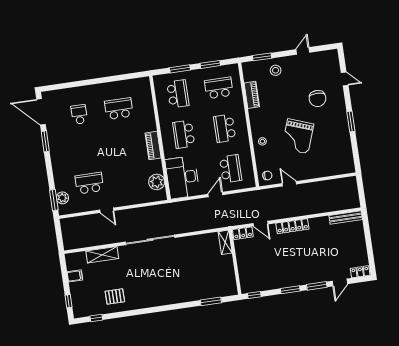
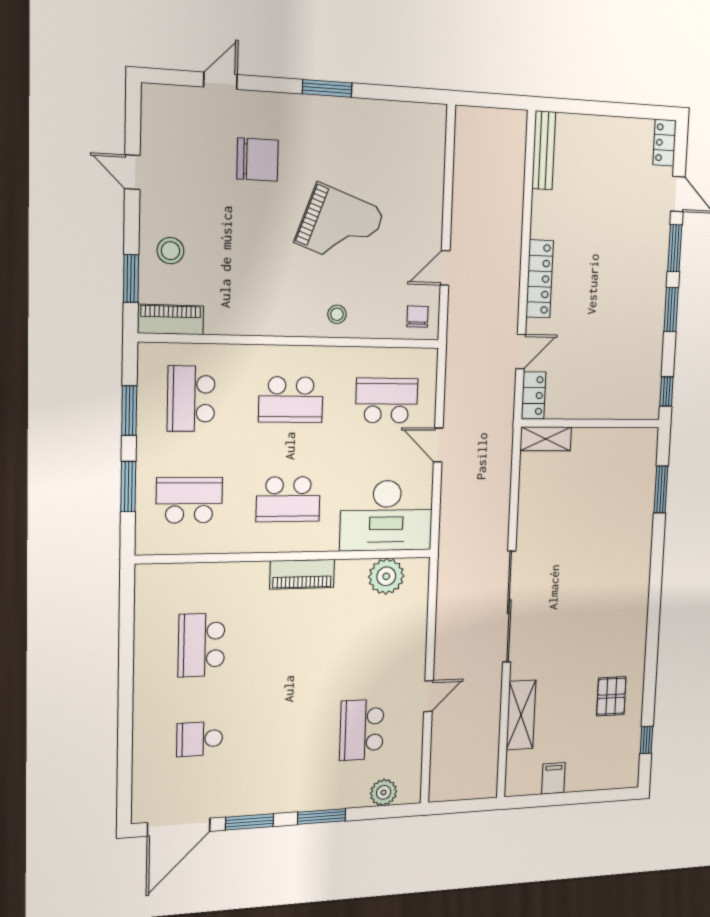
piano: (252, 95) -> (171, 319), moved
window: (54, 200) -> (322, 816), moved
window: (69, 301) -> (602, 796), removed

